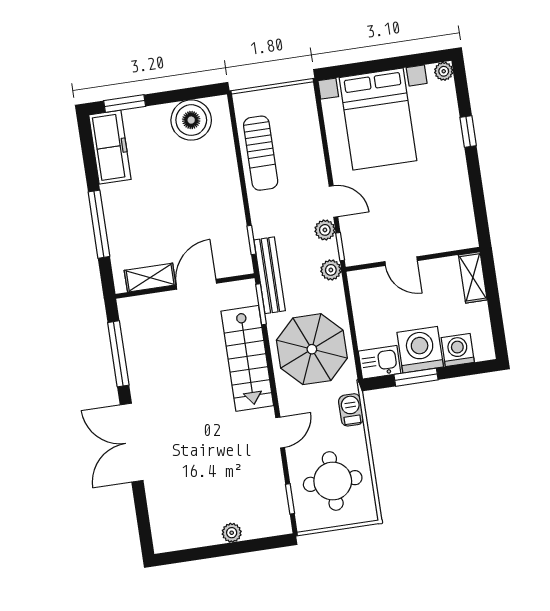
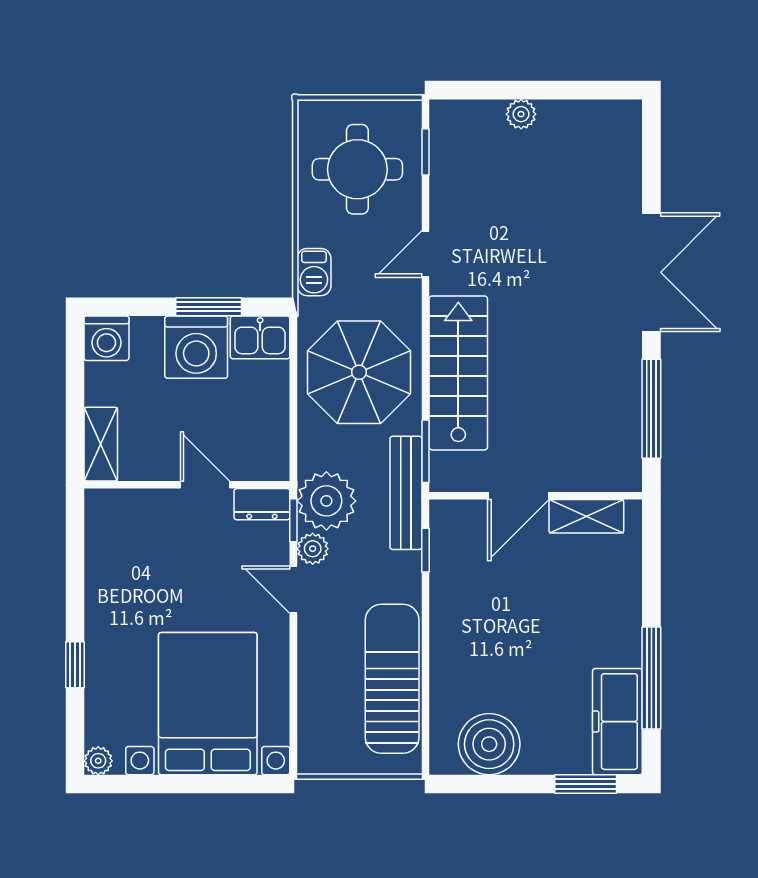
sun lounger: (261, 153) -> (392, 679), width x1.36, depth x1.34
window: (99, 224) -> (651, 678), moved
dresser: (362, 254) -> (262, 504), added
plant: (331, 270) -> (326, 501), width x1.88, depth x1.88
washing machine: (458, 350) -> (106, 338), moved

